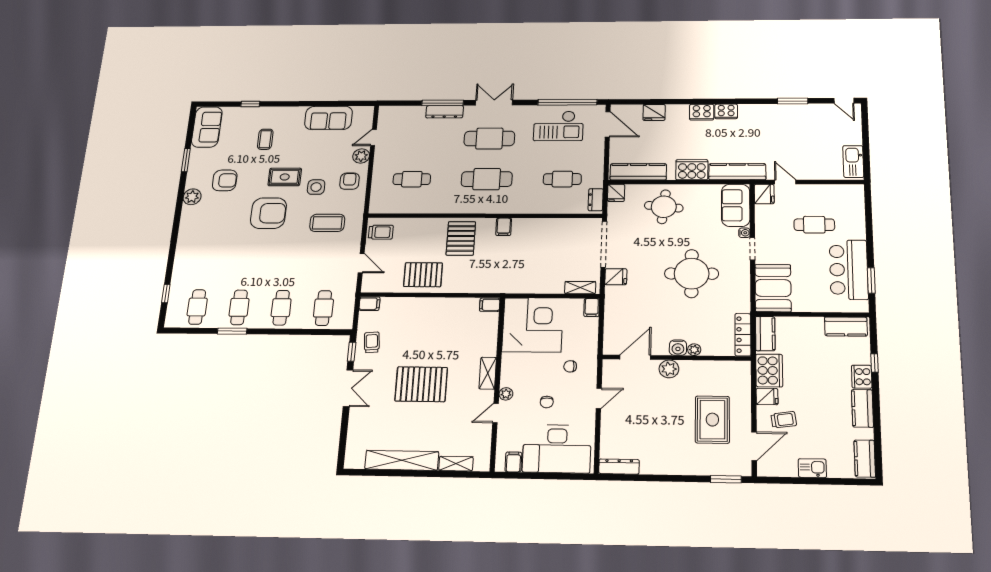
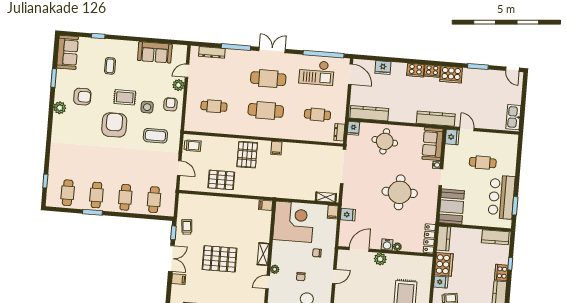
dresser: (445, 112) -> (212, 52), moved
cooker: (692, 170) -> (451, 74), moved, turned 180
armchair: (268, 213) -> (114, 125), turned -90
fridge: (616, 277) -> (348, 215), moved
filing cabinet: (369, 304) -> (179, 279), moved

